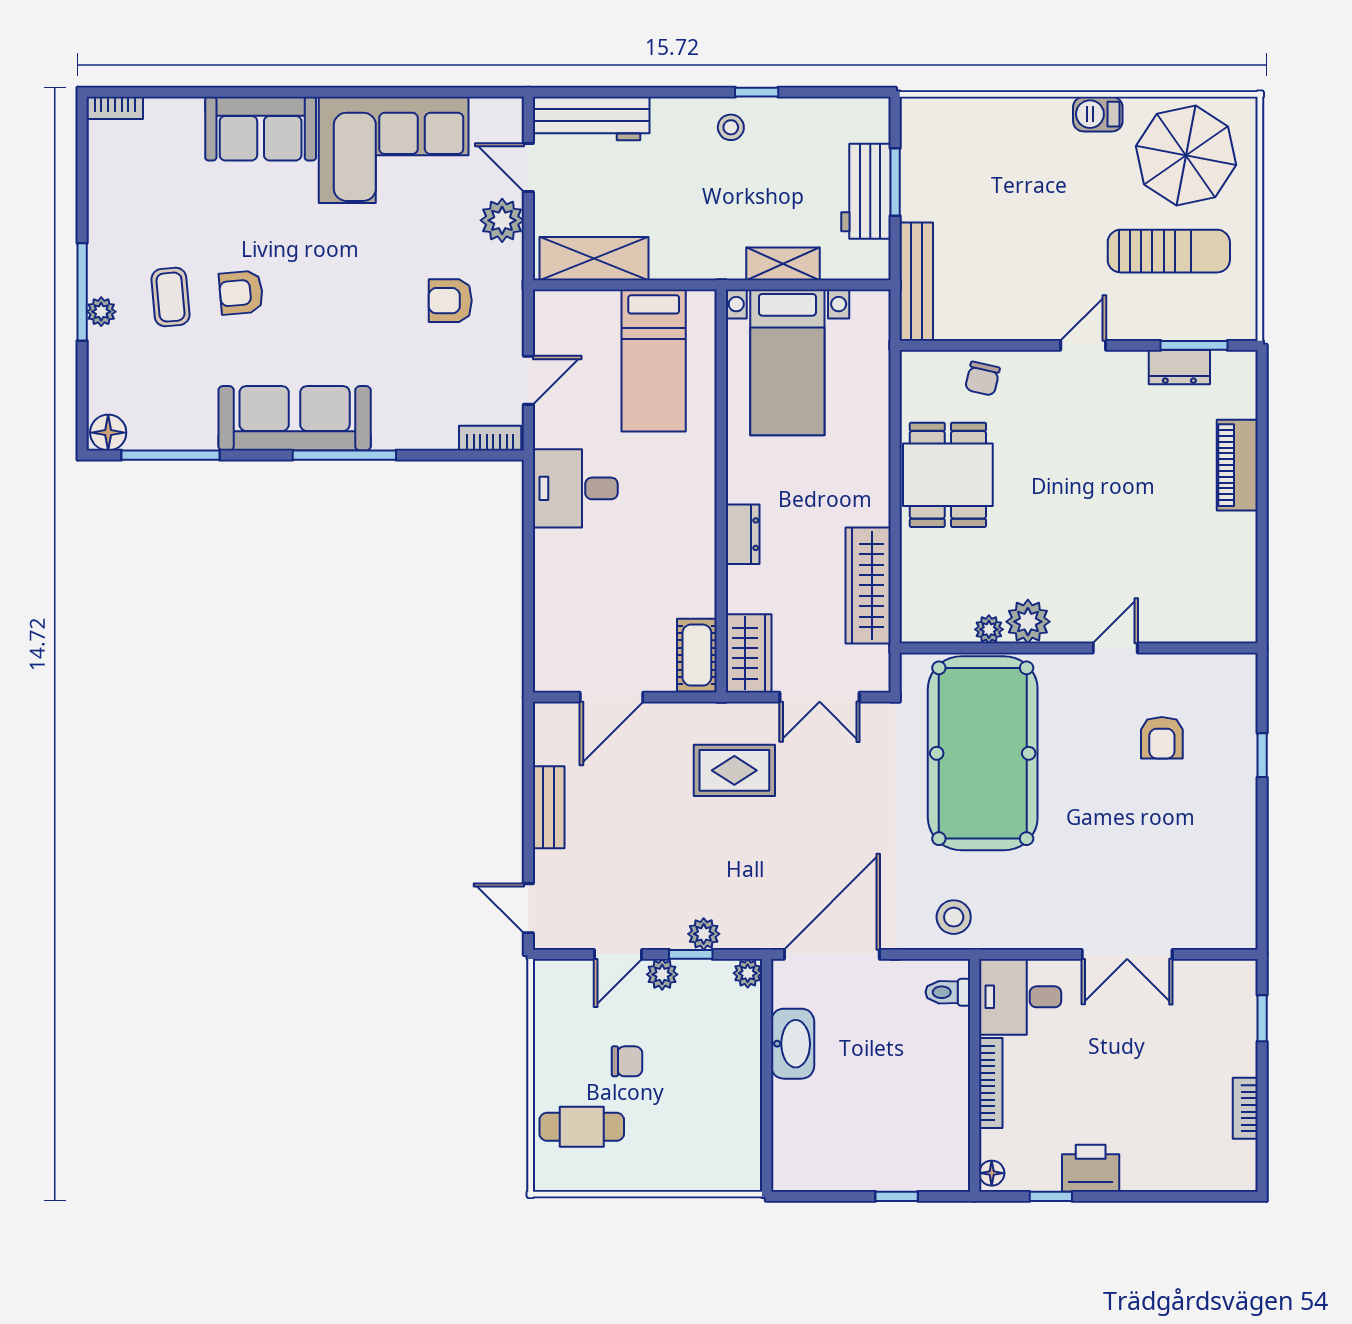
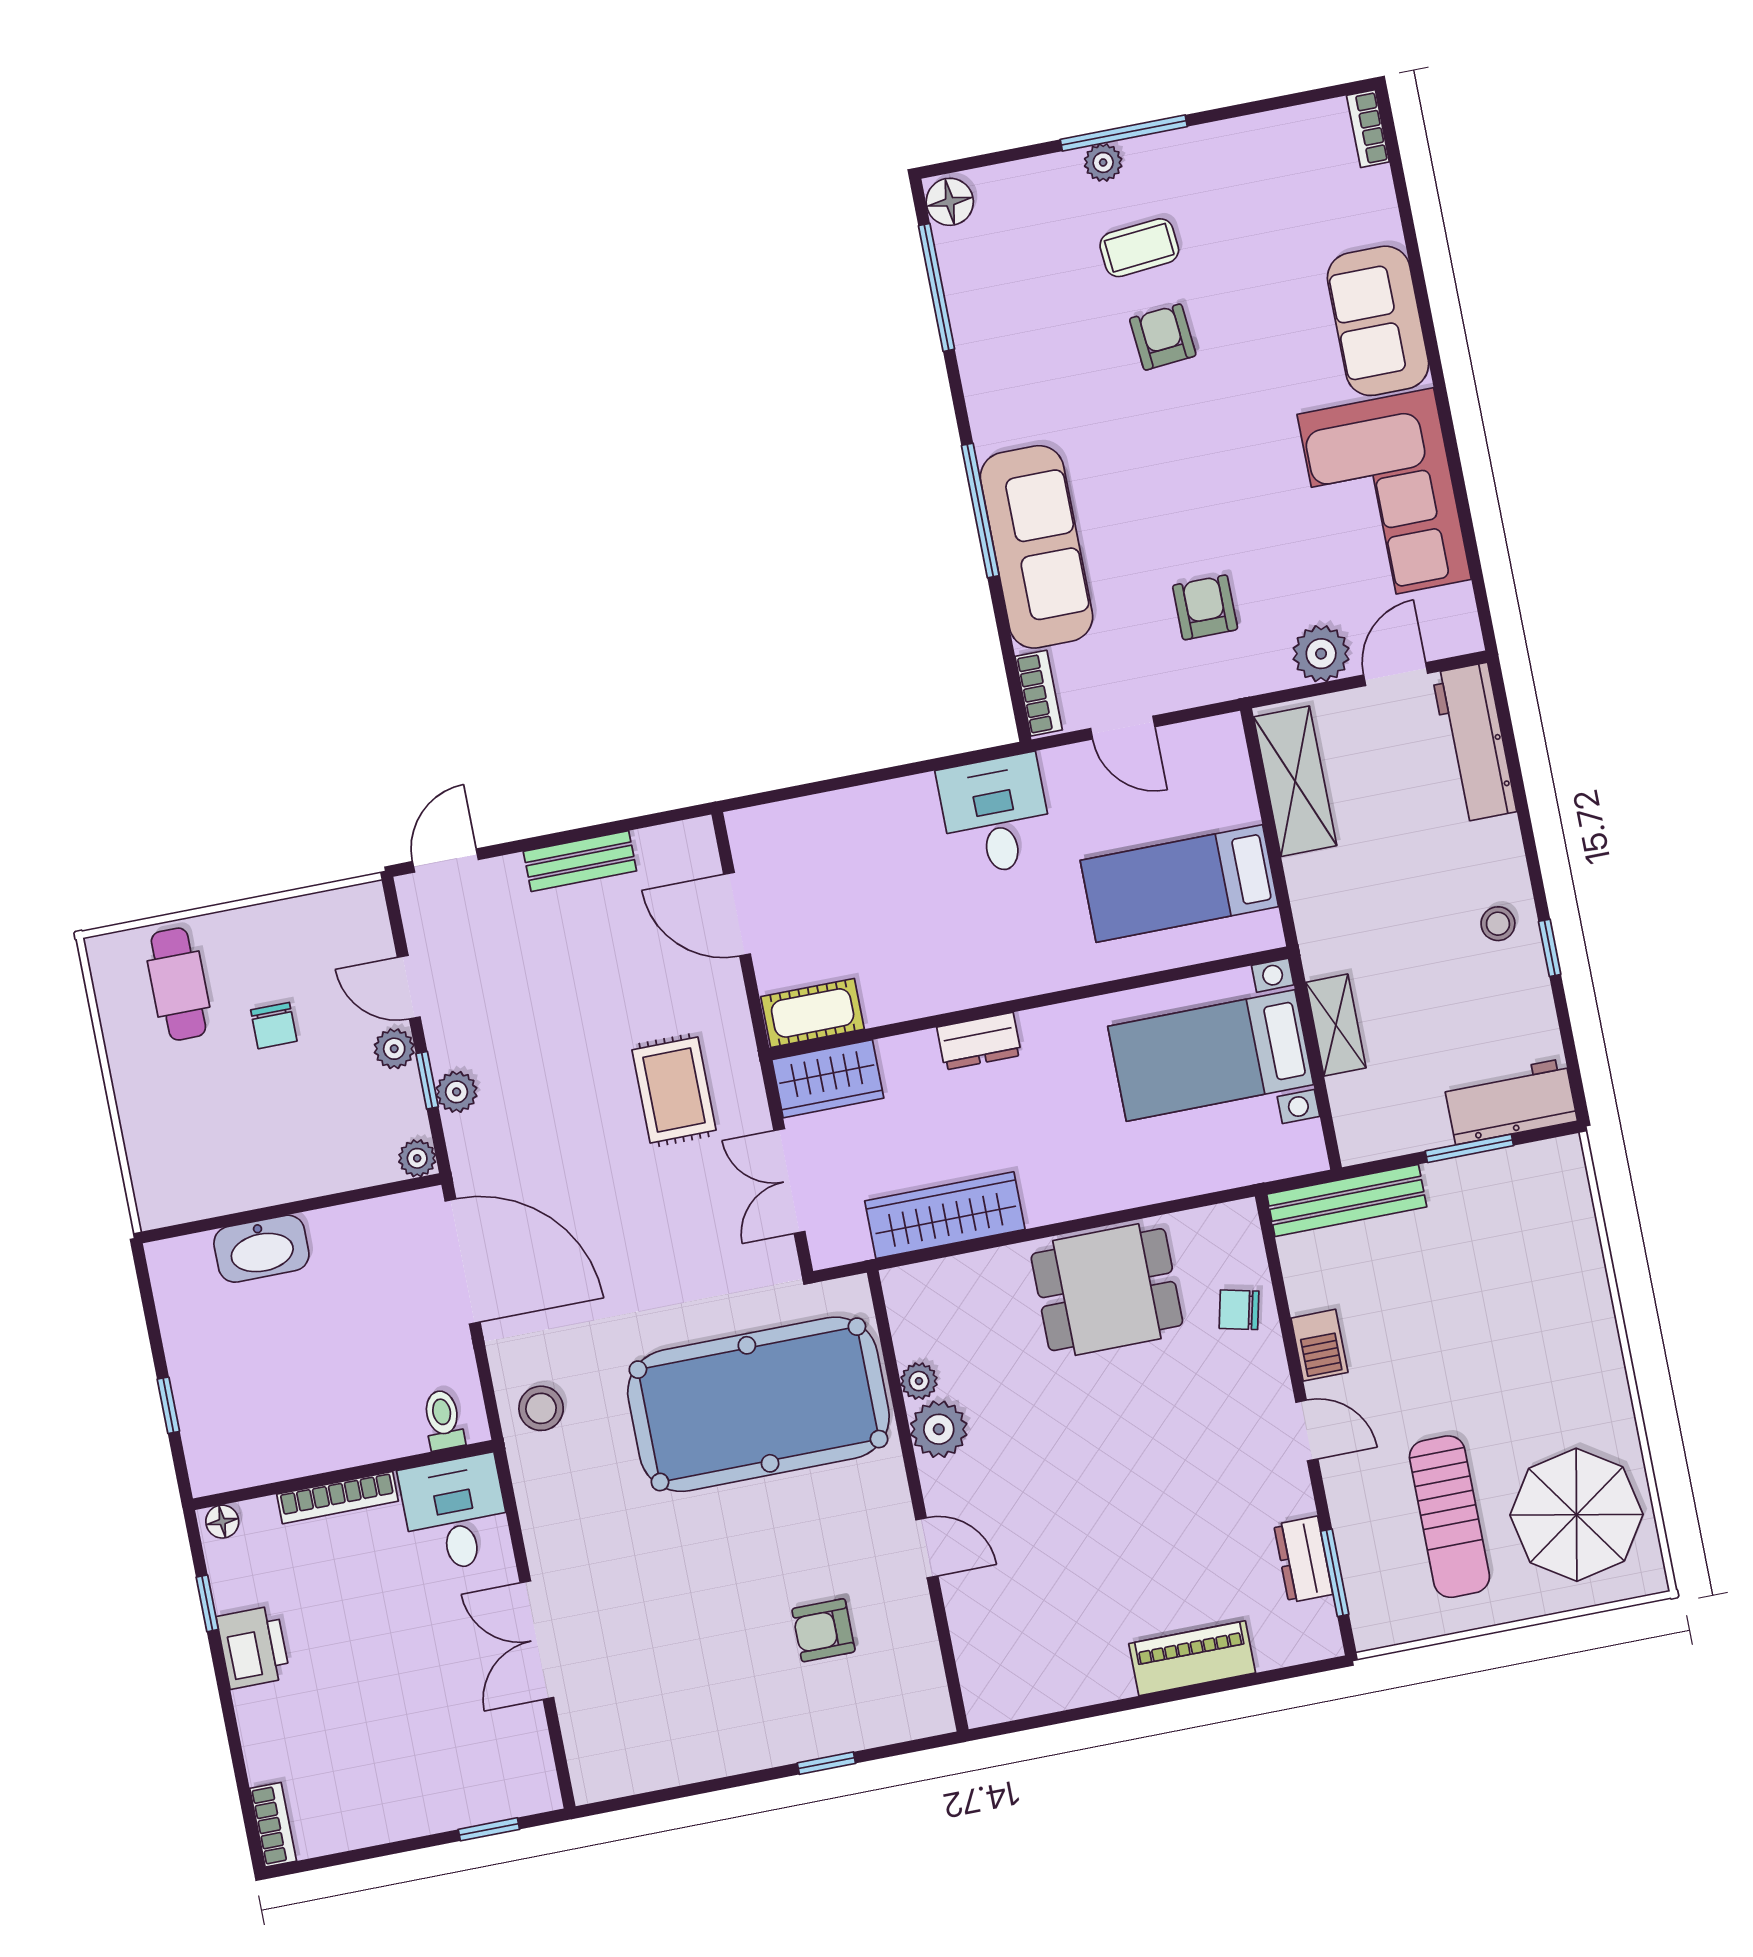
barbecue: (1098, 114) -> (1319, 1345), moved, turned 180
workbench: (866, 191) -> (1510, 1101), moved
sofa: (295, 418) -> (1036, 547), moved
washbasin: (793, 1044) -> (261, 1249), moved
bookcase: (1245, 1108) -> (273, 1825), moved, turned 90

